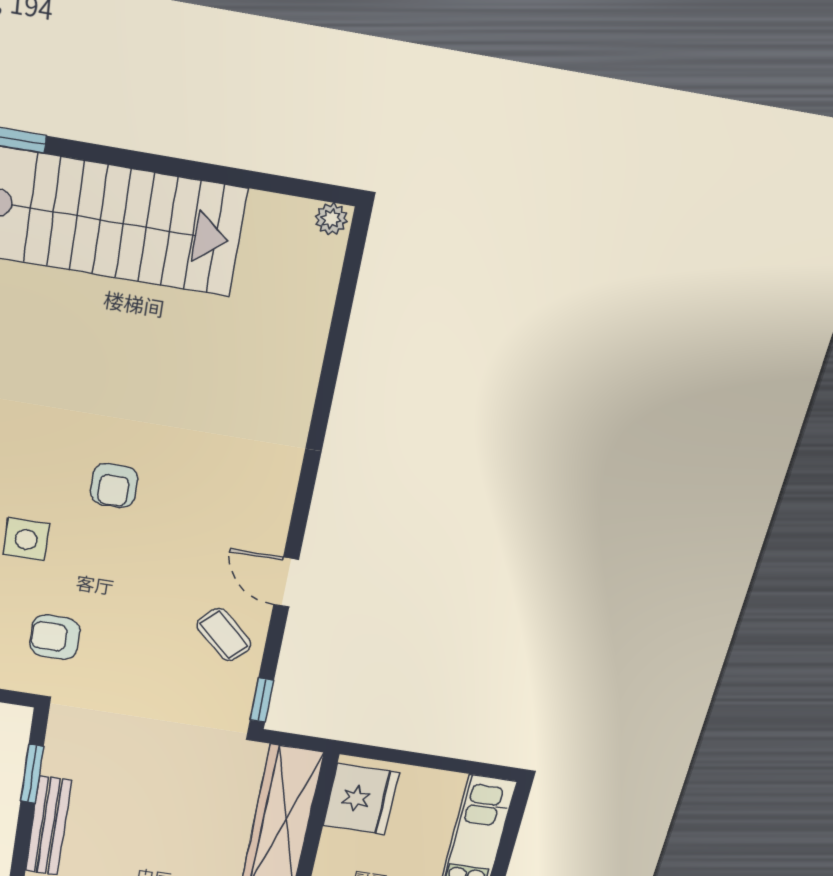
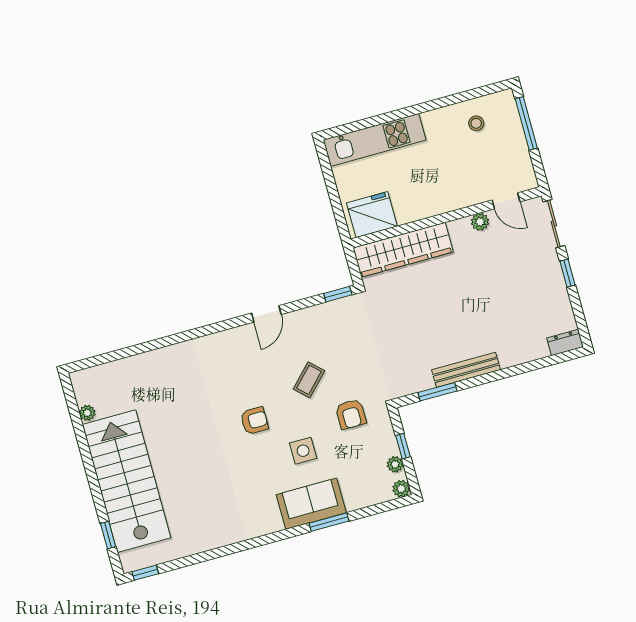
plant: (331, 219) -> (87, 413), moved
coffee table: (224, 635) -> (309, 380), moved

